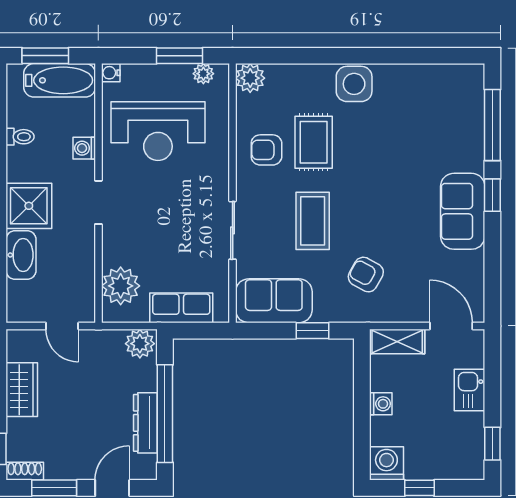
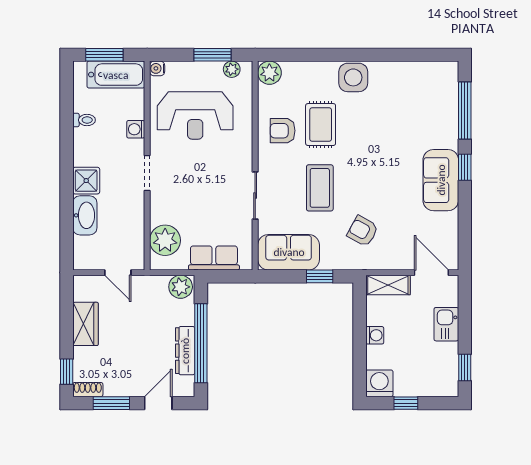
shower: (29, 206) -> (86, 181), width x0.73, depth x0.73

